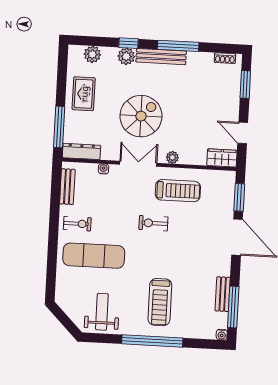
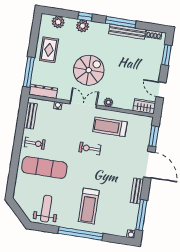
bench: (161, 57) -> (127, 32), moved
treadmill: (178, 191) -> (110, 127), turned 180
bench: (223, 294) -> (137, 191), moved

